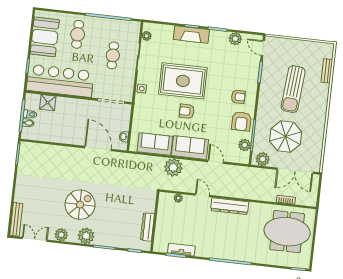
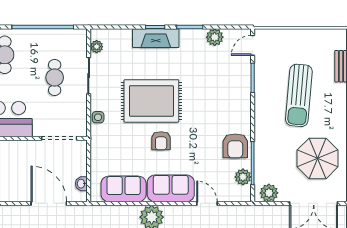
door: (263, 48) -> (253, 45), hinge flipped
armchair: (238, 97) -> (227, 114), removed
armchair: (187, 111) -> (161, 141), turned -90
parasol: (286, 137) -> (318, 158), moved

